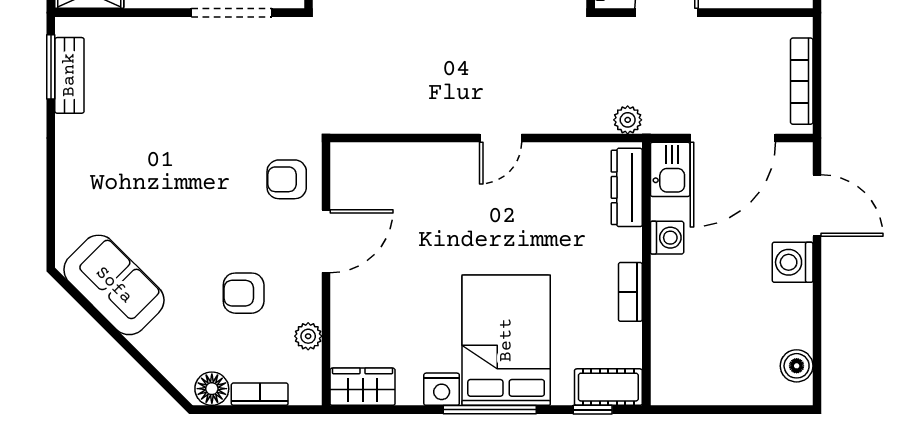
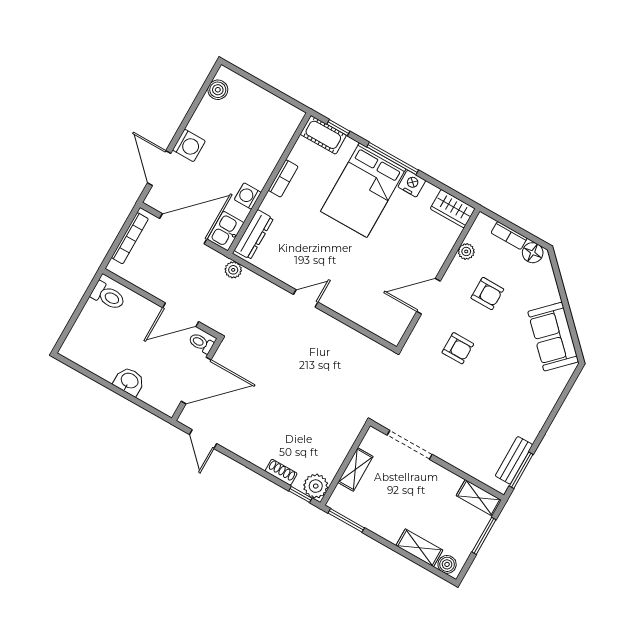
armchair: (287, 179) -> (458, 348), moved

